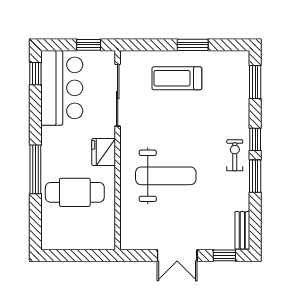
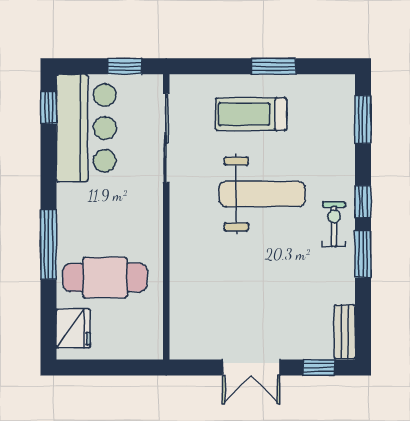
fridge: (104, 152) -> (73, 328), moved, turned 180
weight bench: (166, 176) -> (262, 194), moved

